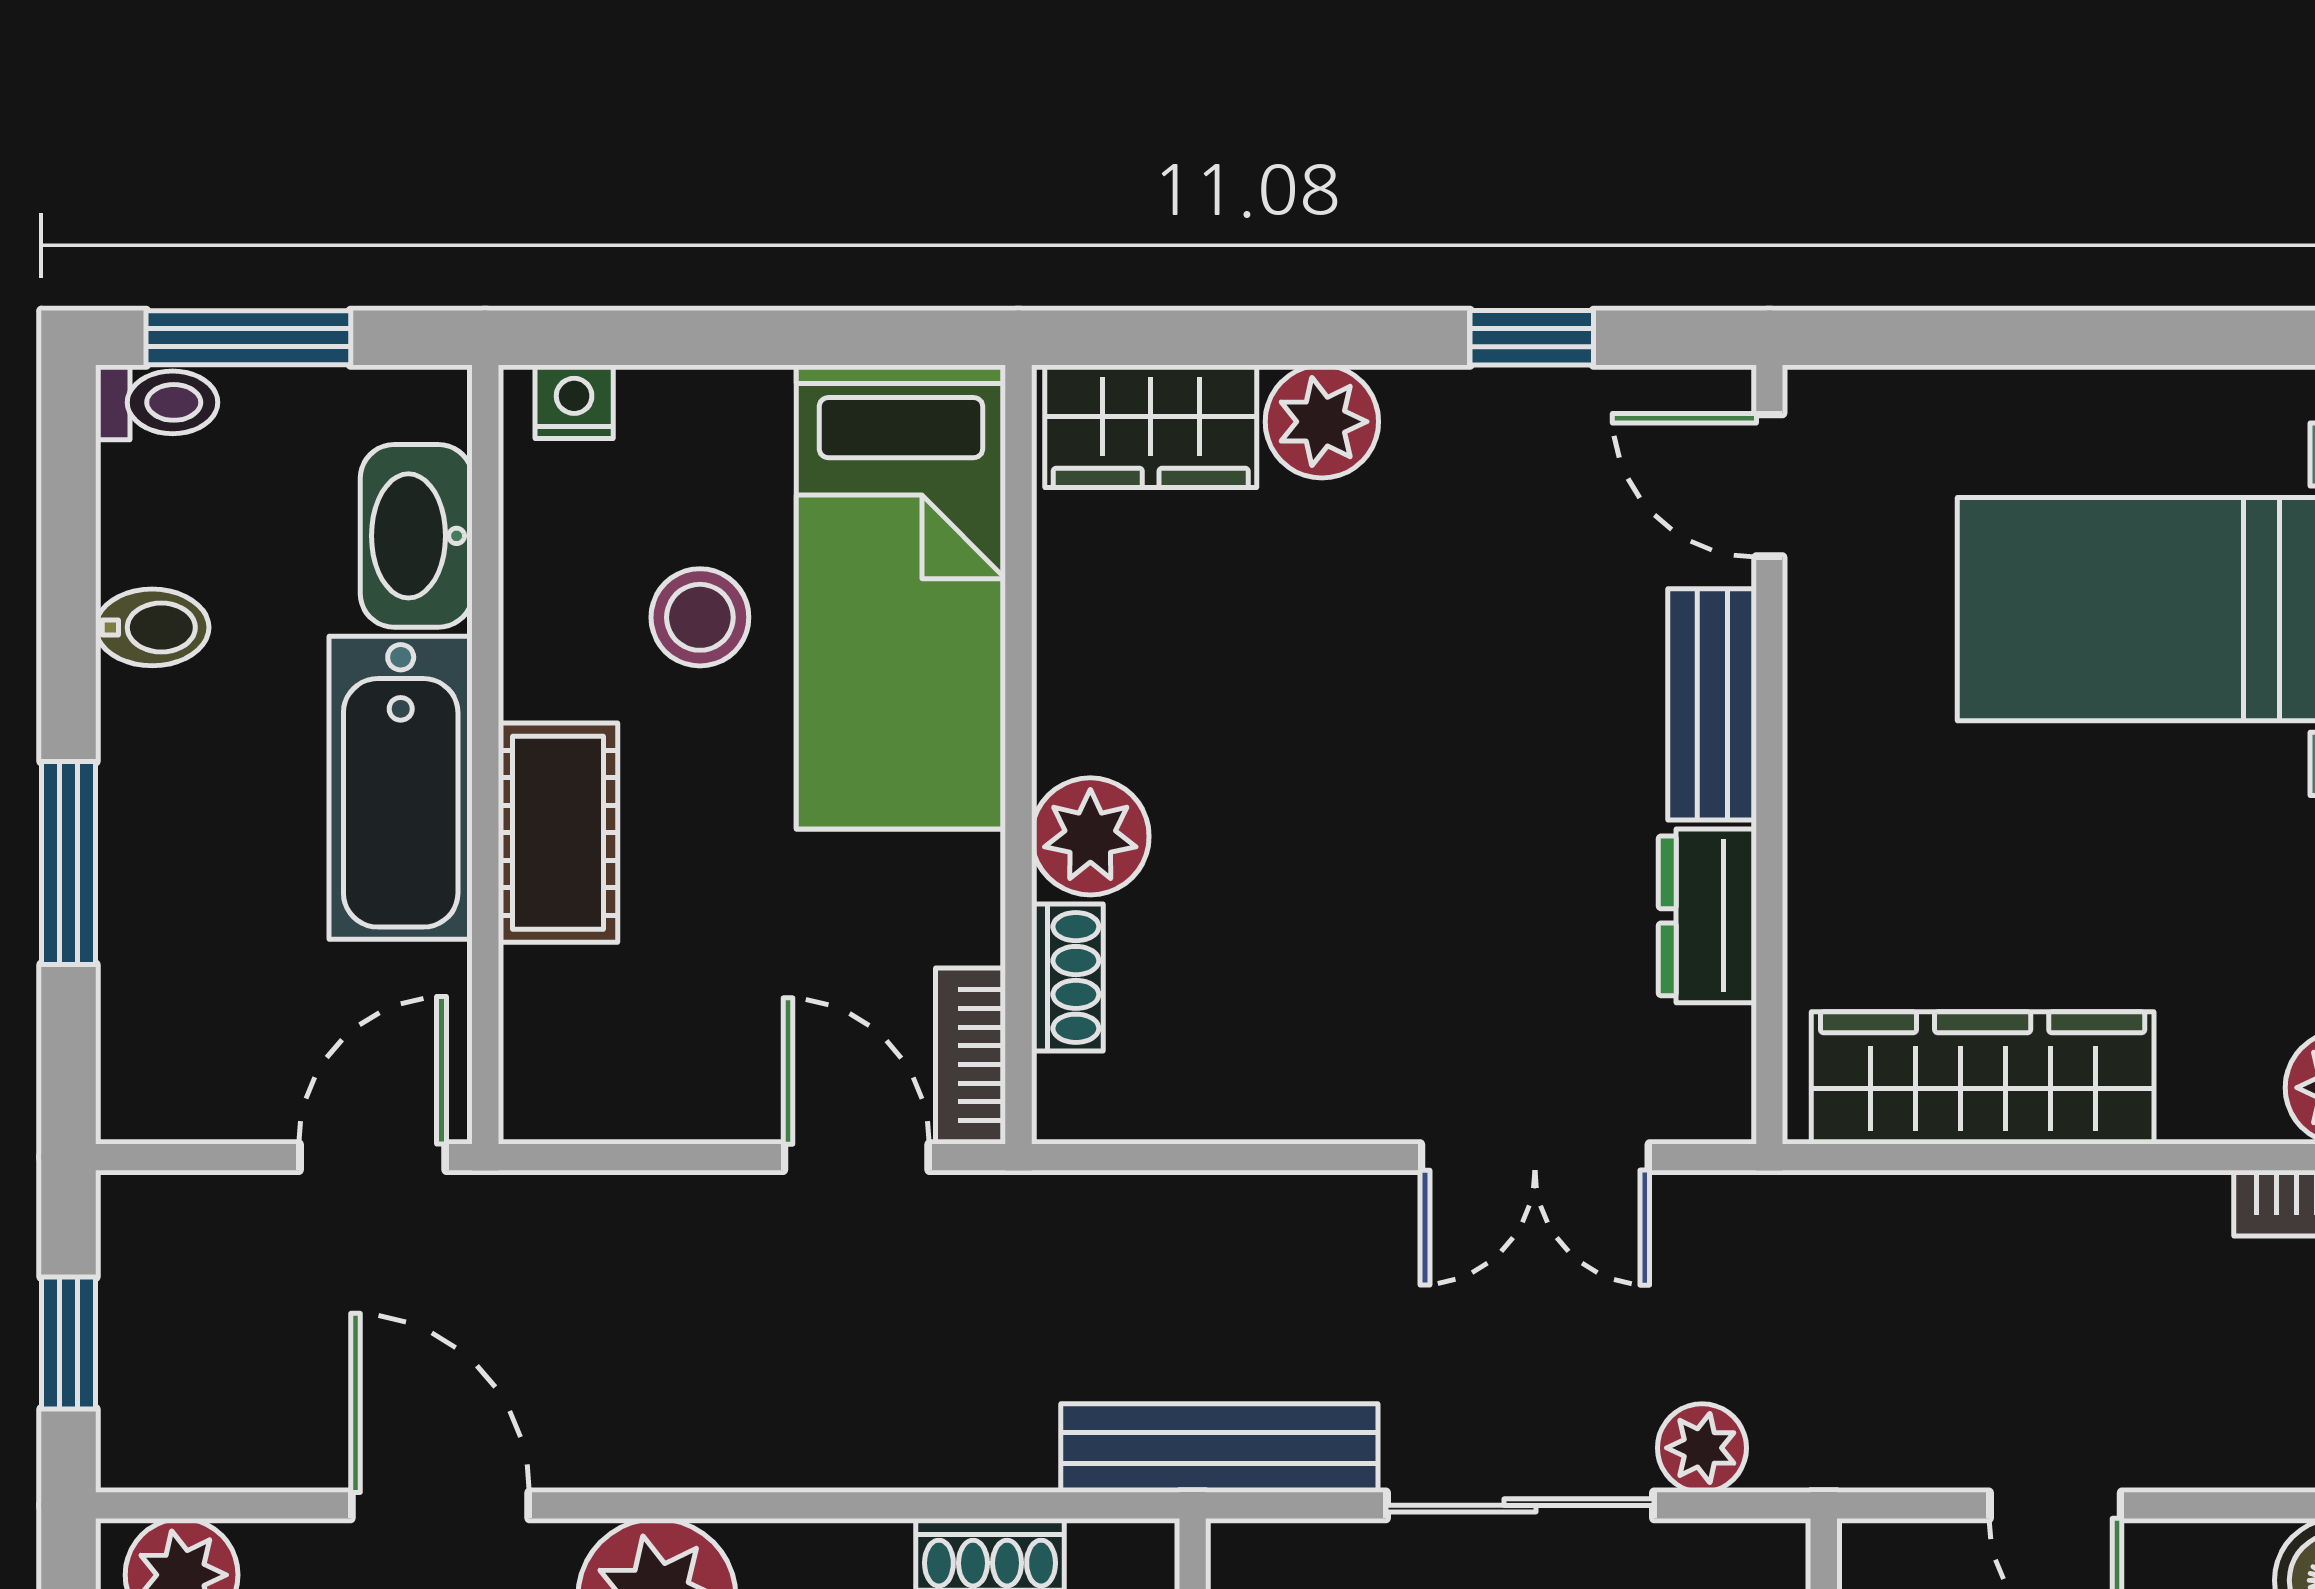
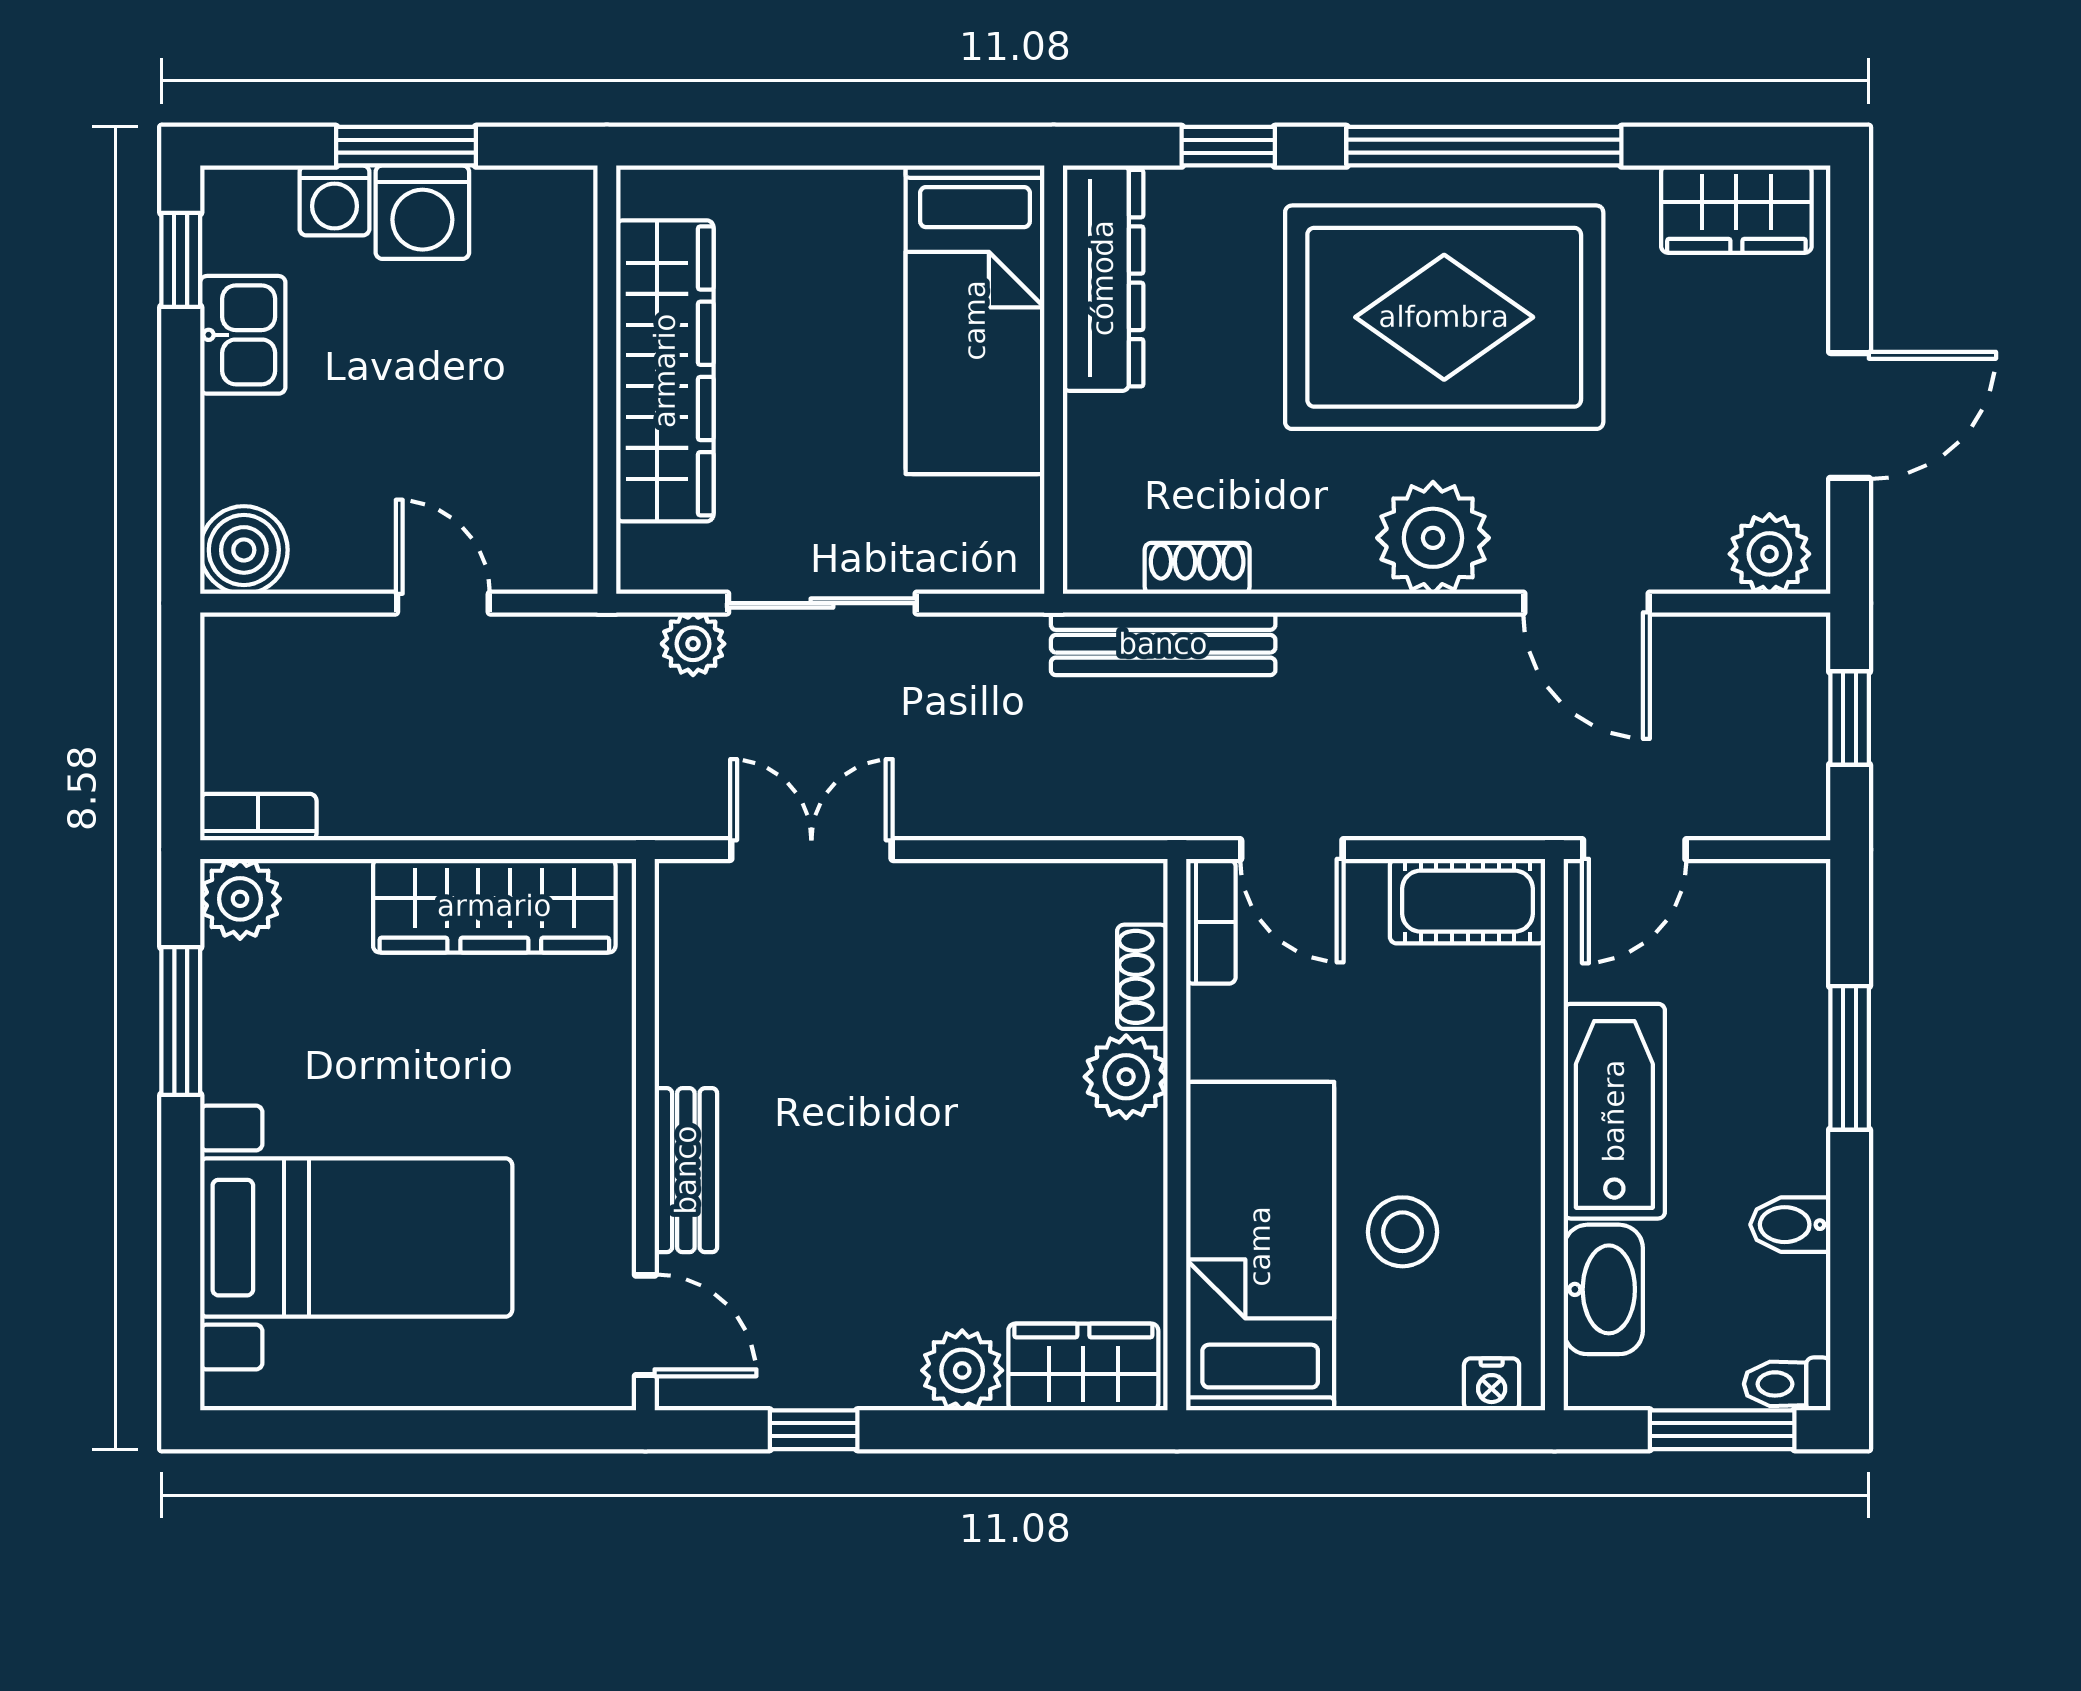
cot: (558, 833) -> (1468, 901), moved, turned 90
dresser: (1707, 916) -> (689, 1020), removed
bench: (1219, 1448) -> (1163, 644), moved

